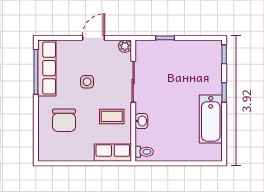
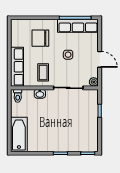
bathtub: (211, 119) -> (19, 134), moved, turned 90
row of seats: (113, 153) -> (17, 67), width x1.48

